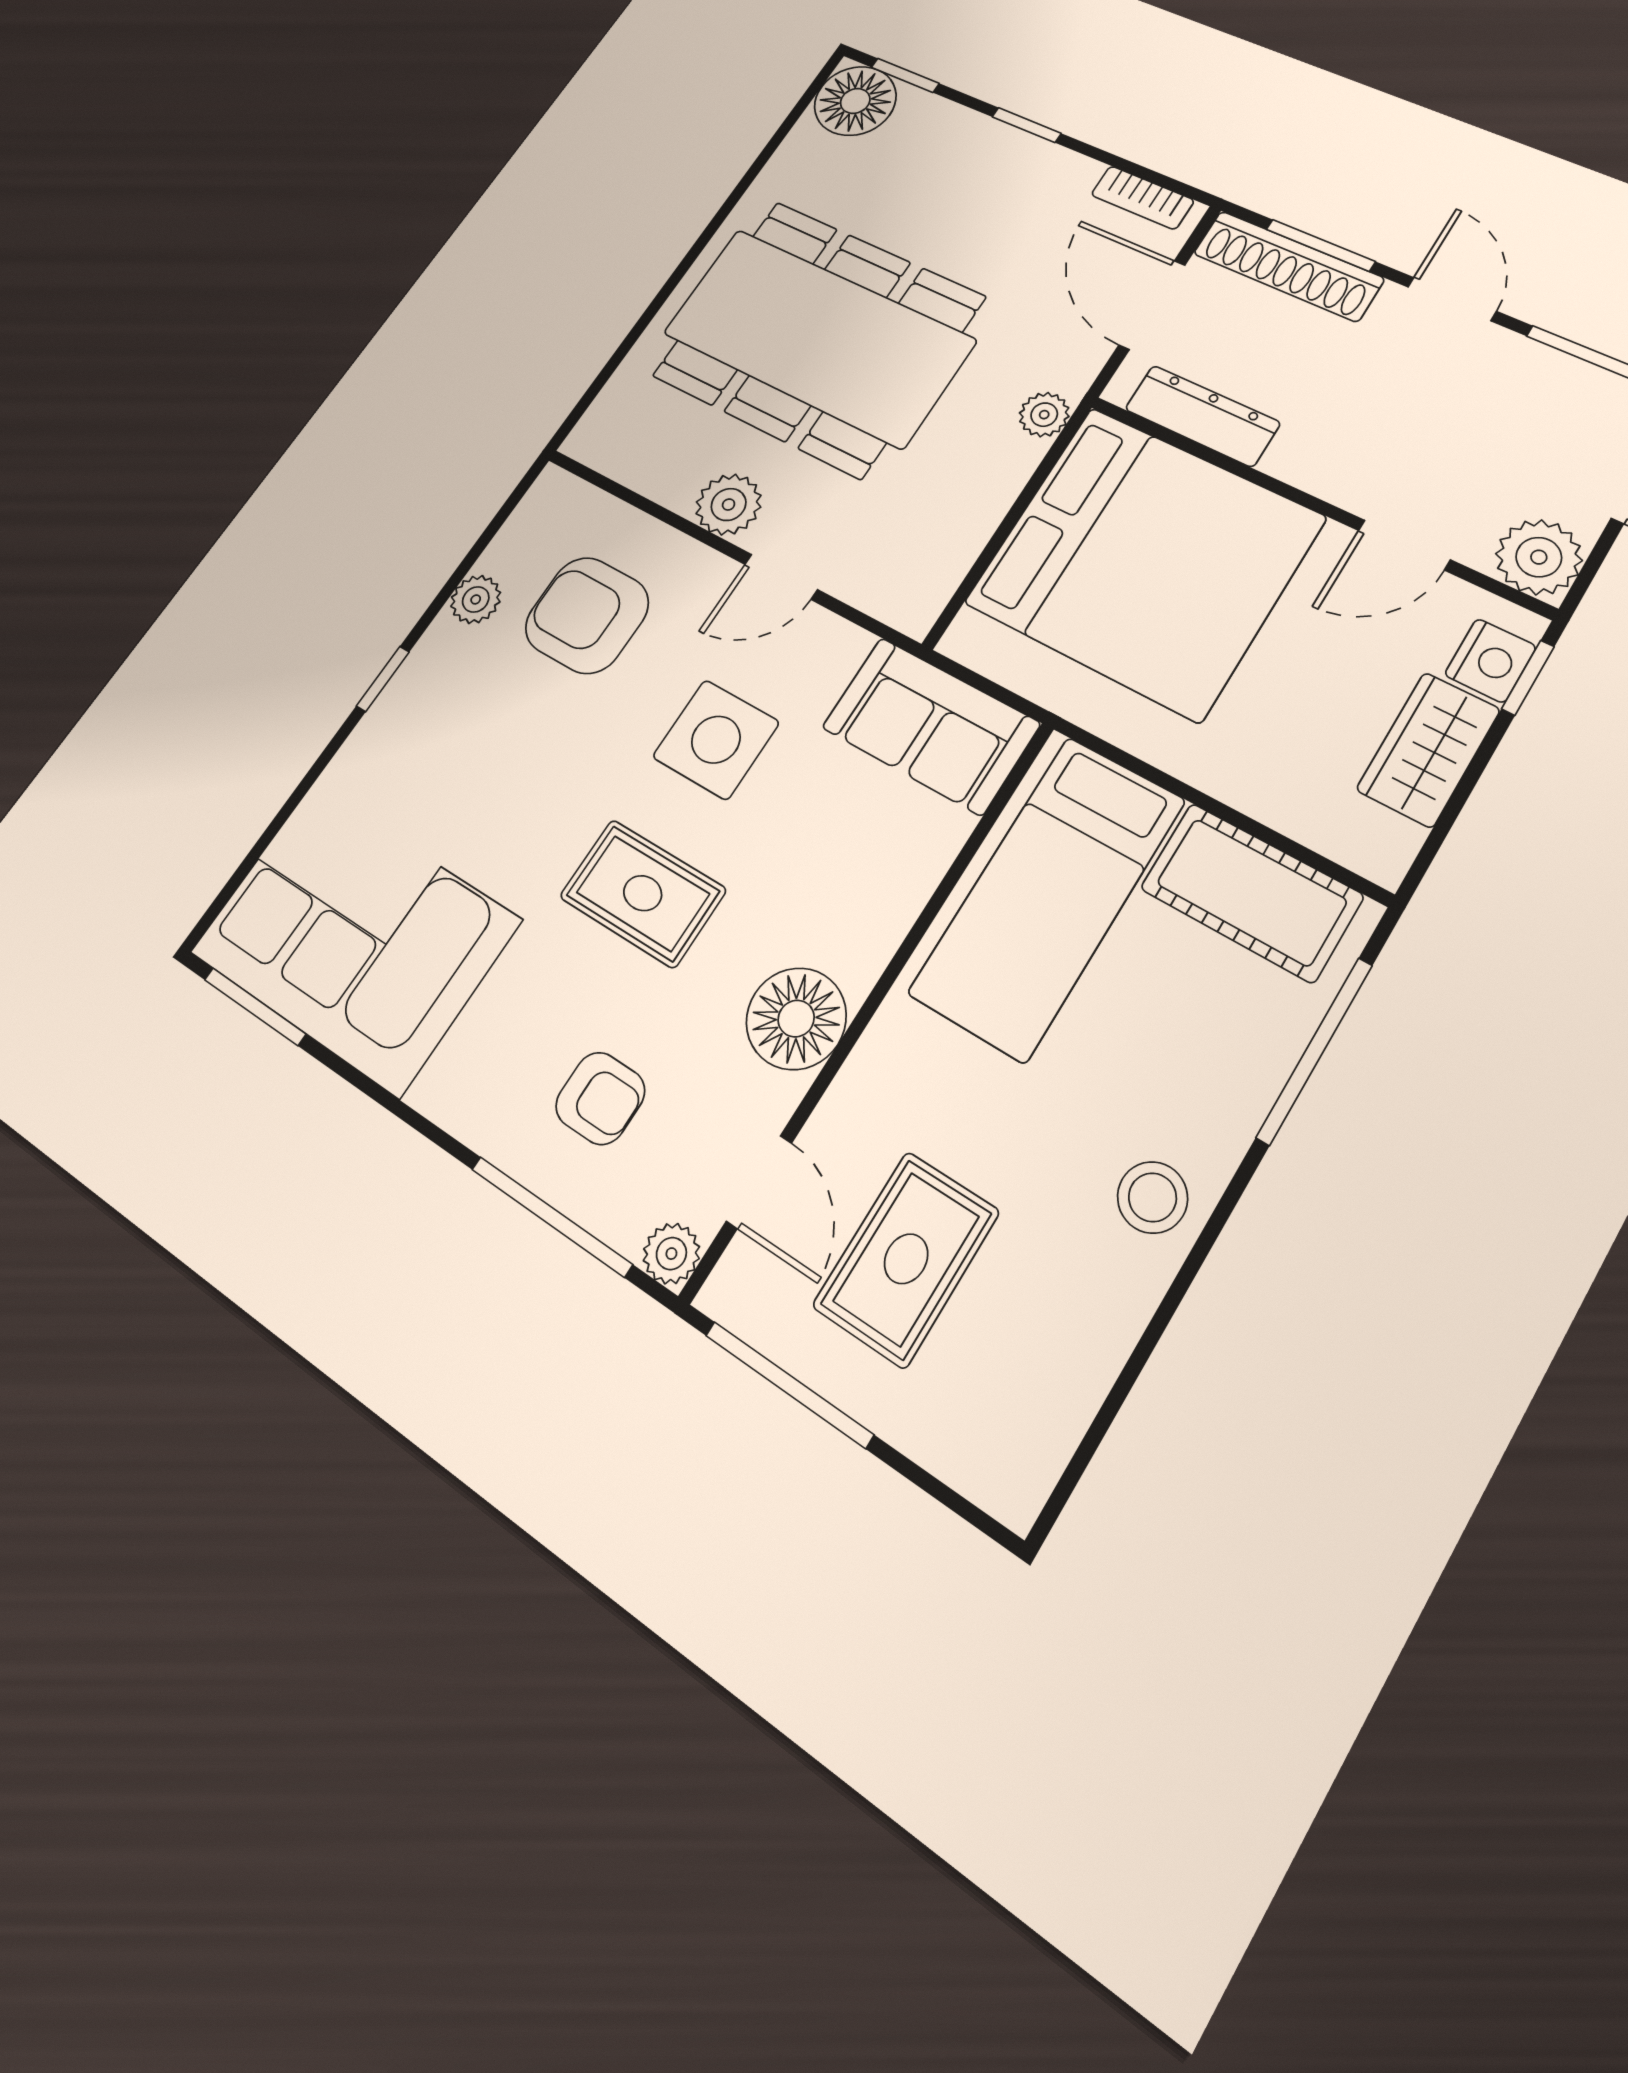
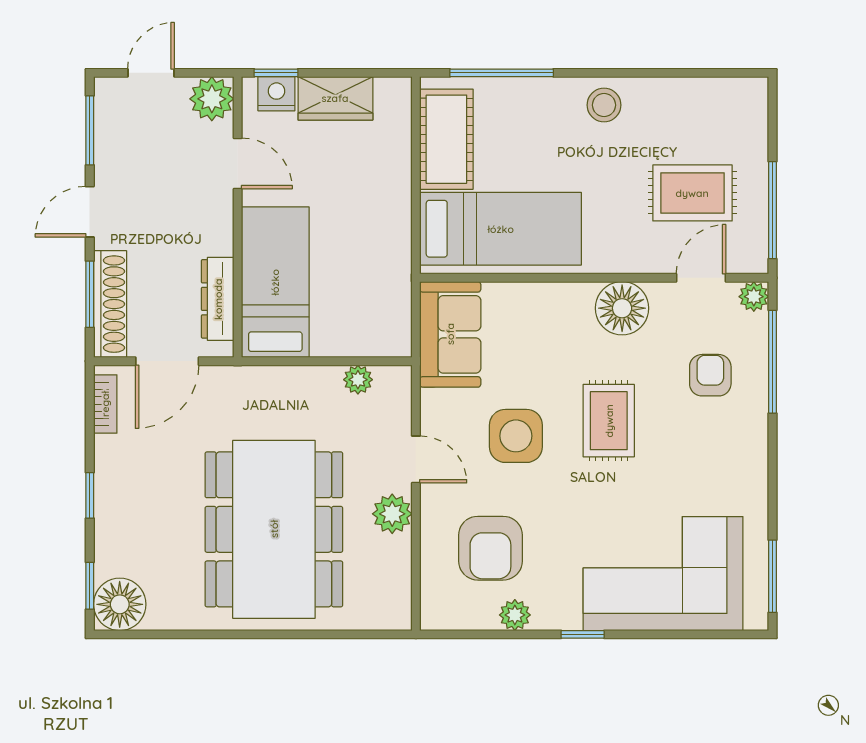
plant: (1044, 415) -> (358, 380), moved
bed: (1144, 560) -> (275, 282), width x0.49
corner sofa: (355, 936) -> (663, 574), moved, turned 90

